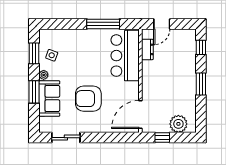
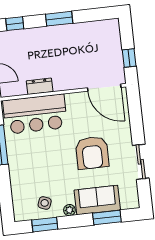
dresser: (147, 49) -> (40, 86), moved
window: (34, 92) -> (107, 218), moved
plant: (178, 124) -> (110, 40), removed
sliding door: (66, 138) -> (141, 162), moved

